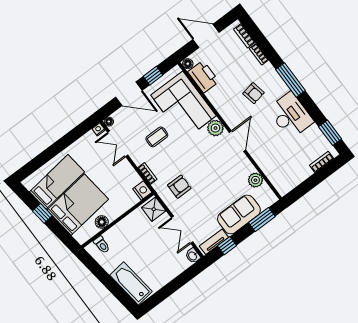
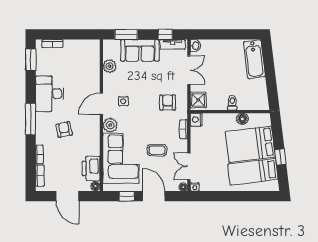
double door: (118, 144) -> (189, 166), swing flipped
side table: (220, 158) -> (123, 101), added
armchair: (179, 187) -> (168, 102), turned 90
toilet: (102, 245) -> (232, 103), moved

